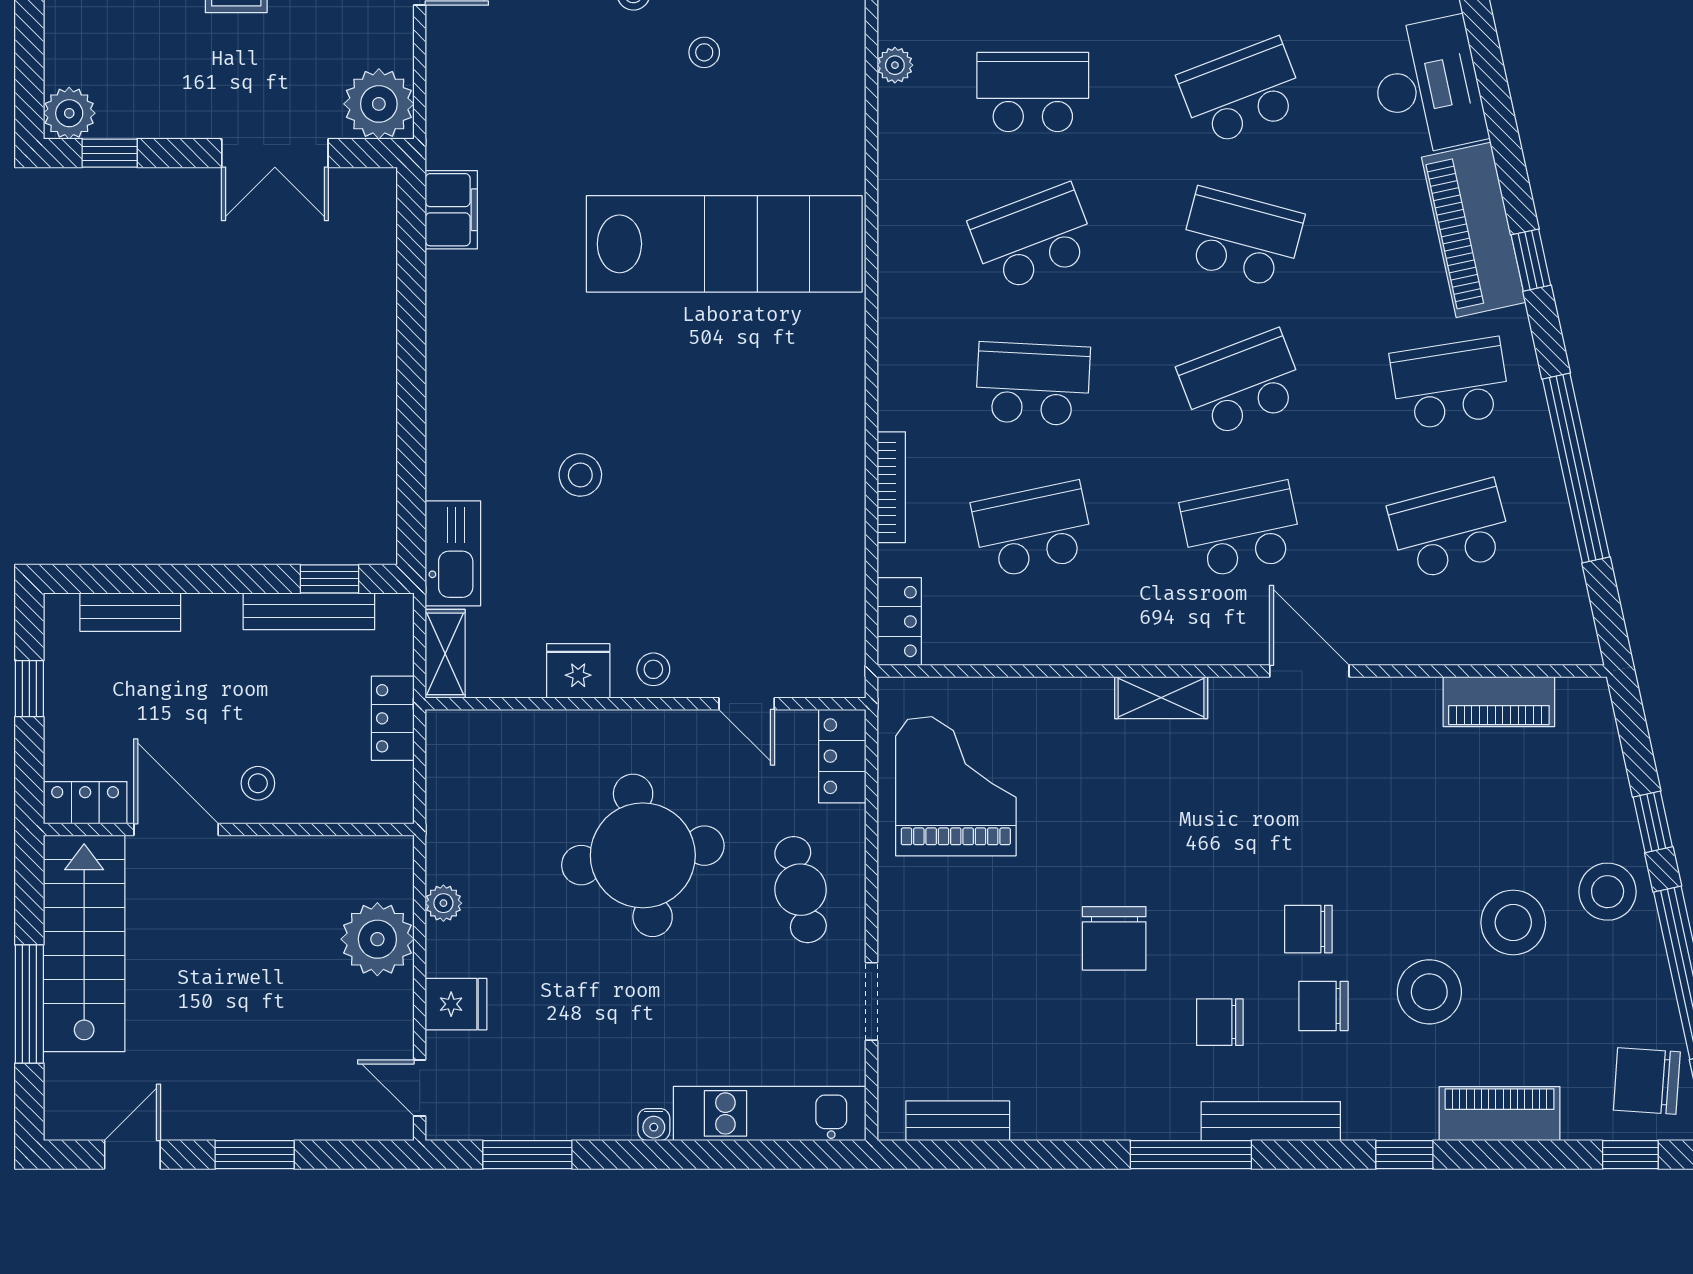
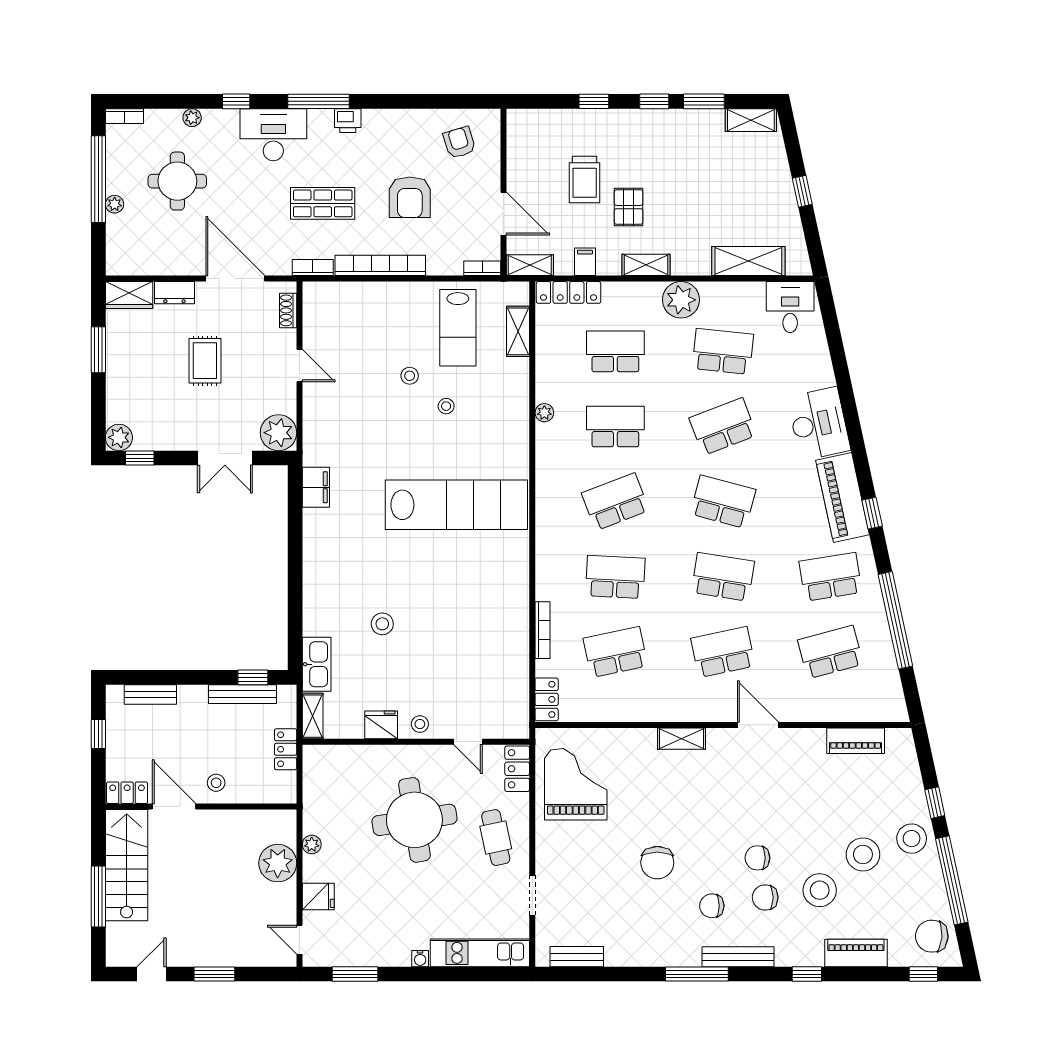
school desk: (1241, 384) -> (723, 577), turned 30

